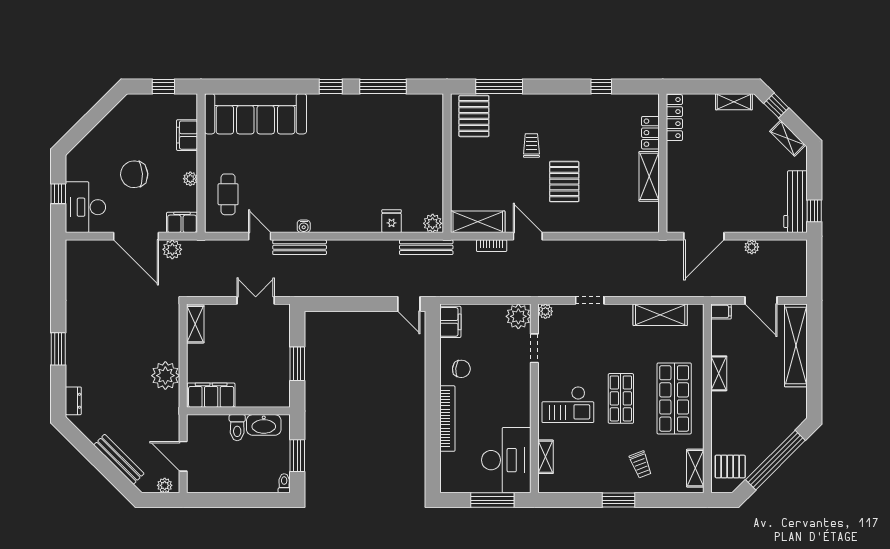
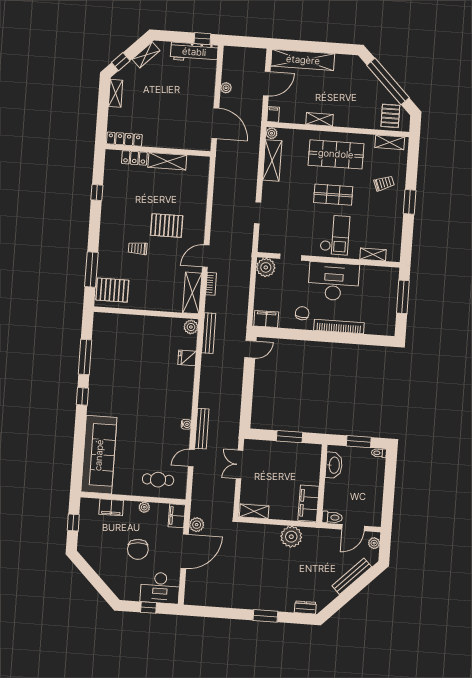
plant: (545, 311) -> (272, 133), moved
toilet: (237, 428) -> (332, 517), moved
desk: (506, 460) -> (334, 281), moved

